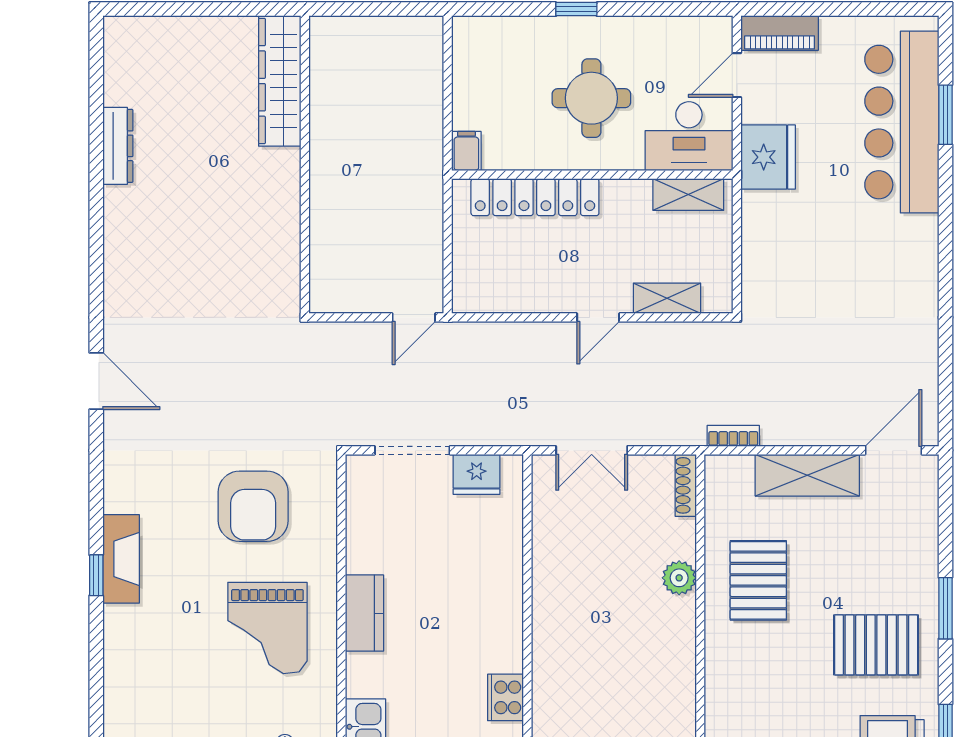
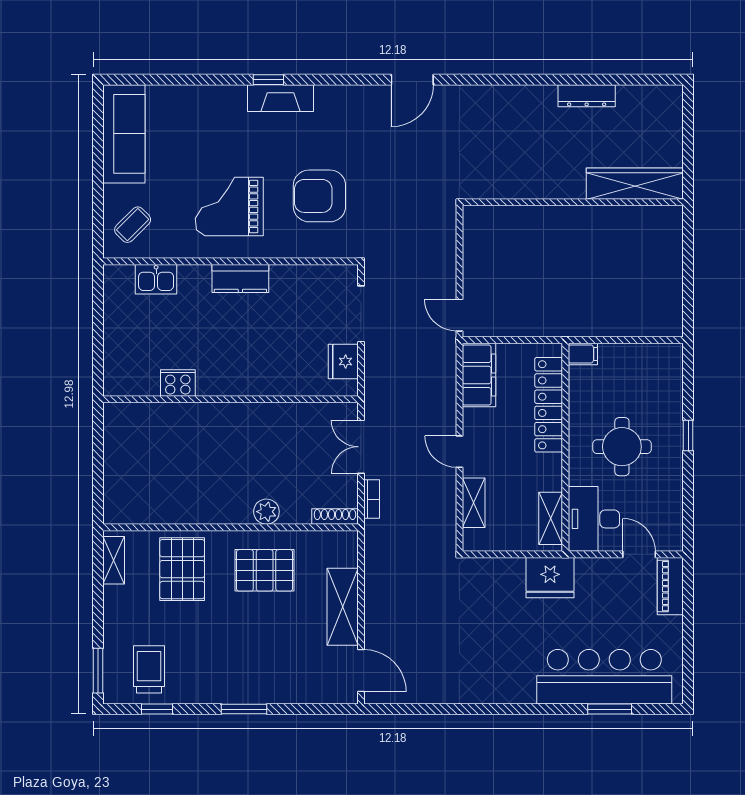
wardrobe: (280, 81) -> (635, 184), moved
fridge: (768, 157) -> (550, 578), moved
wall: (305, 165) -> (573, 202), moved
filing cabinet: (495, 291) -> (479, 375), added
bookcase: (733, 436) -> (372, 499), moved
pallet: (876, 645) -> (182, 569), moved

